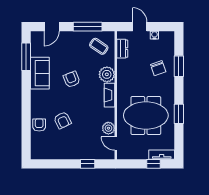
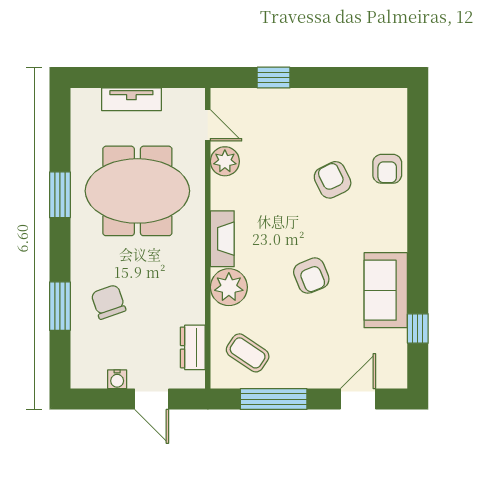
window: (26, 57) -> (418, 328), width x0.46
tv unit: (162, 155) -> (131, 99), moved
window: (153, 164) -> (119, 78), removed

